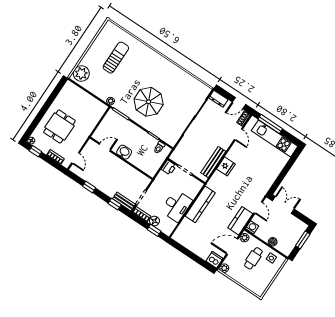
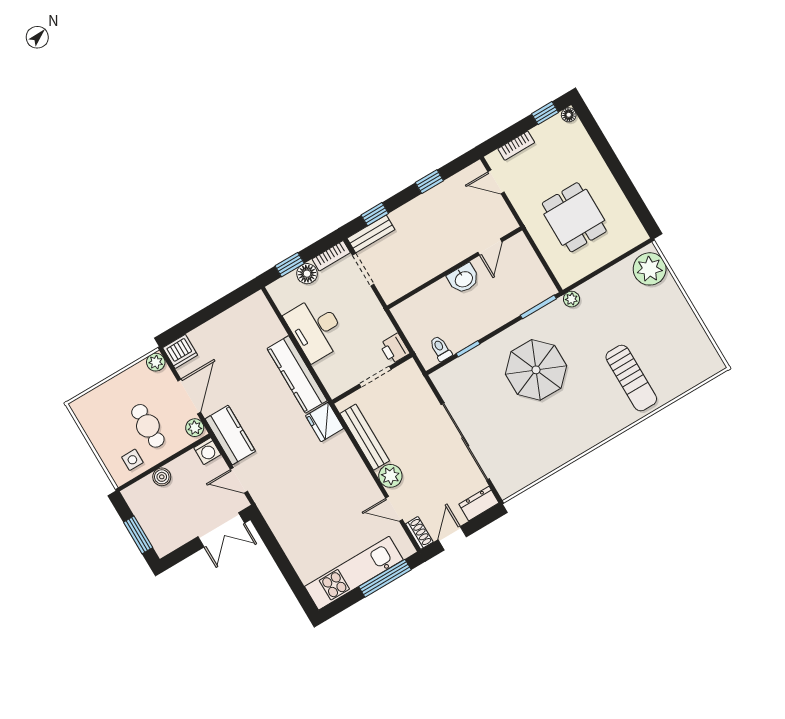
sun lounger: (116, 58) -> (631, 378), moved
dining table: (59, 126) -> (574, 217), moved
plant: (225, 143) -> (390, 476), added
fridge: (226, 166) -> (325, 422), moved

